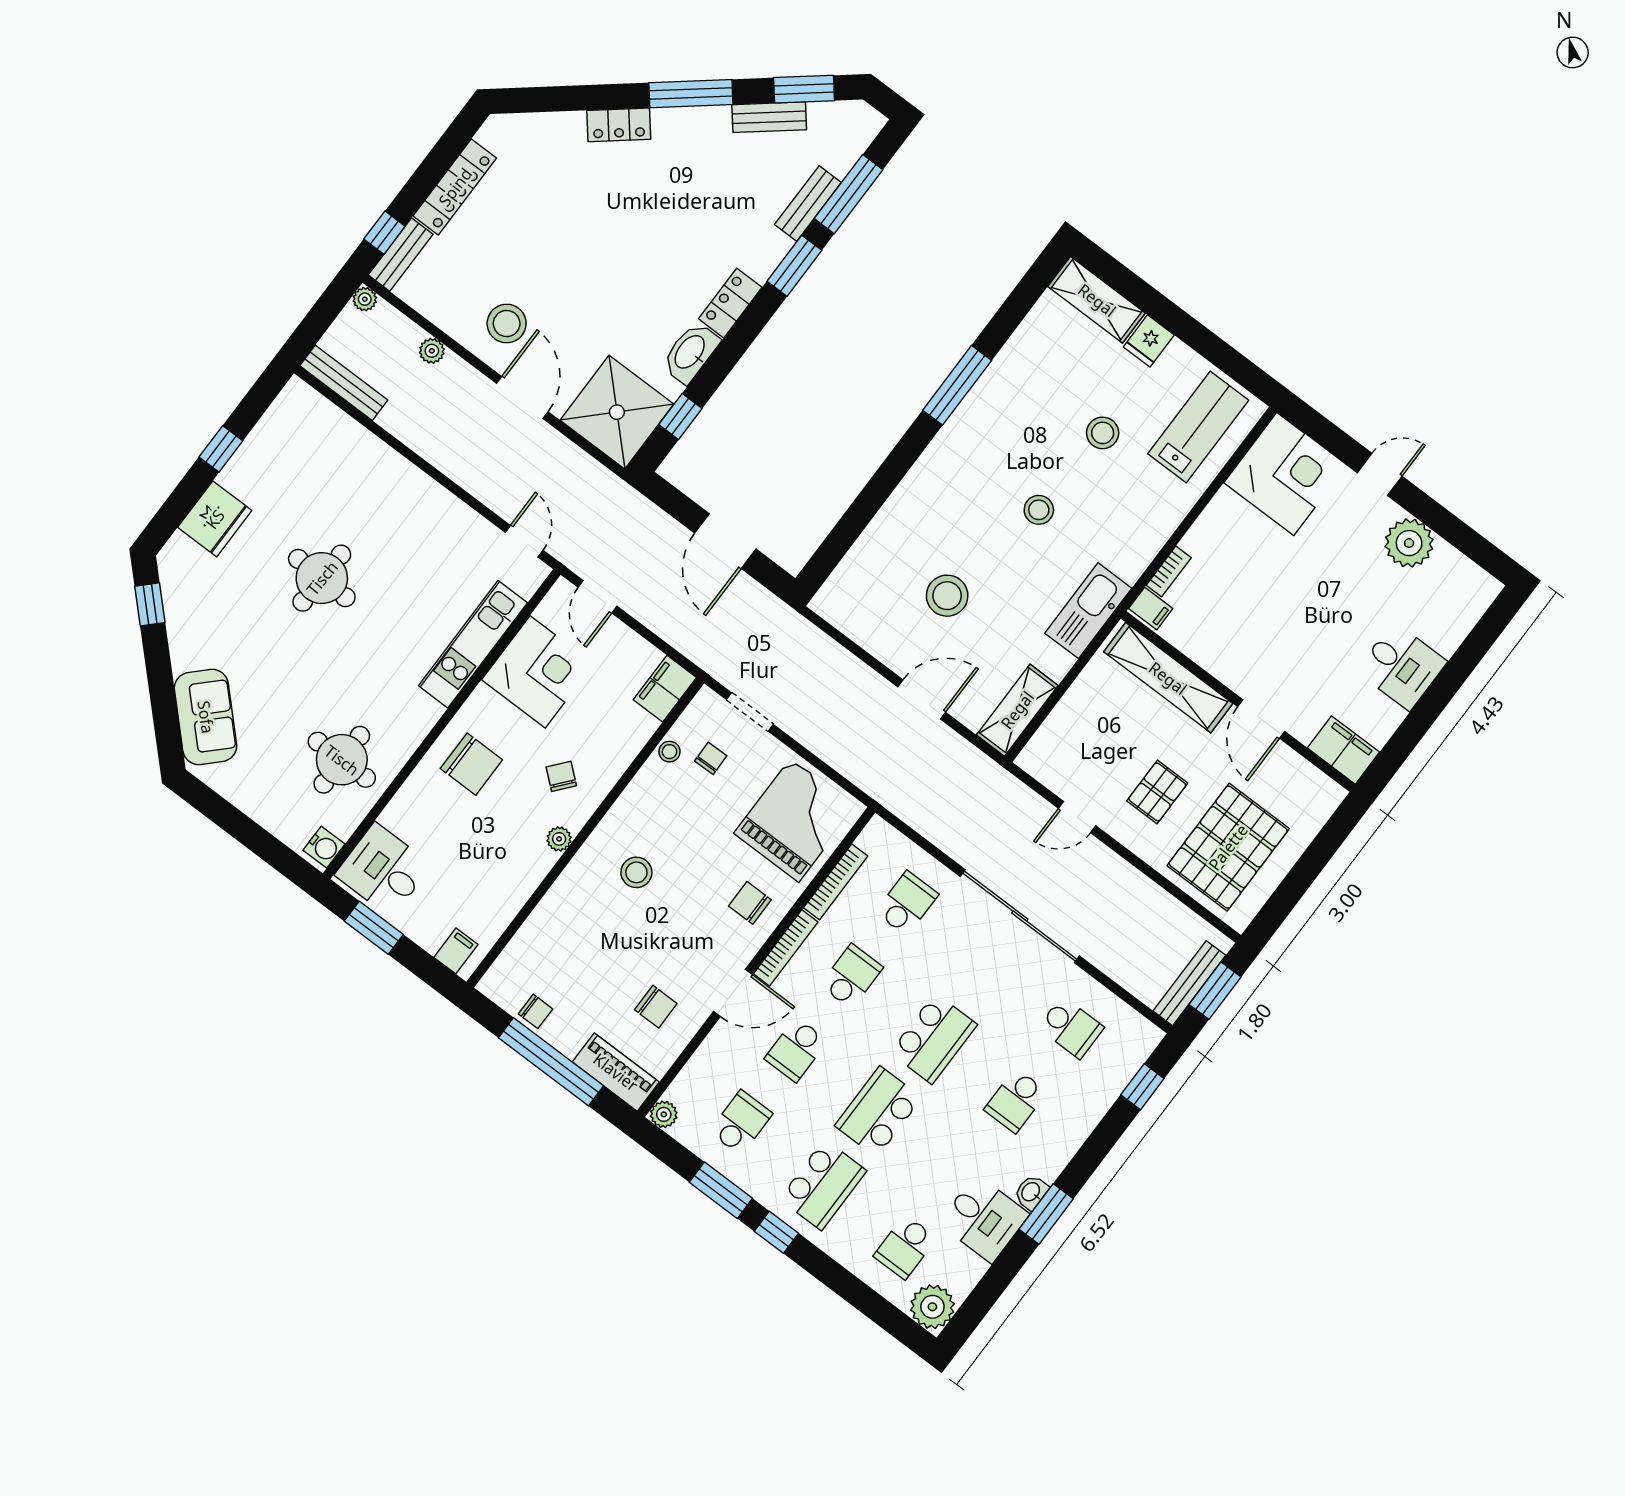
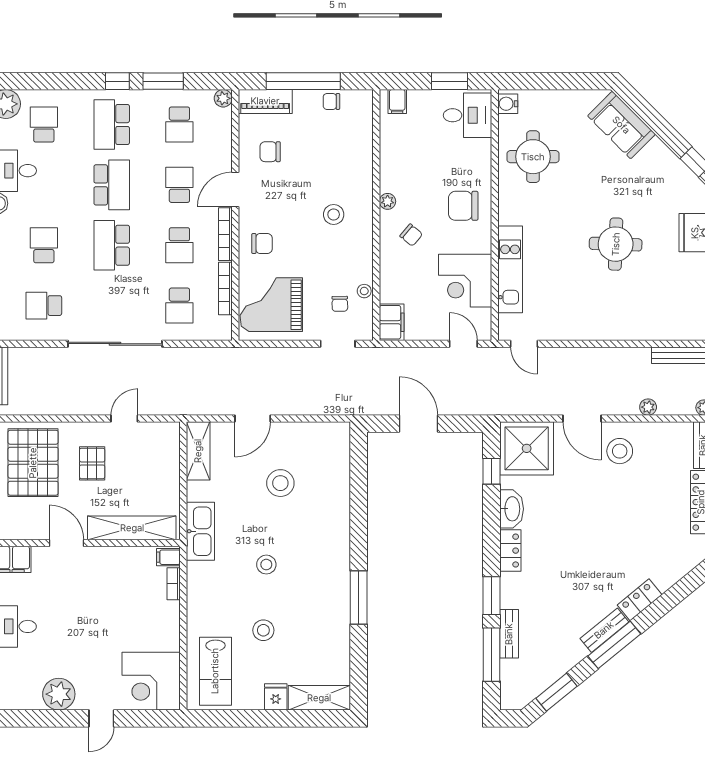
bench: (769, 117) -> (604, 630), moved
grand piano: (795, 820) -> (271, 305), turned 90

